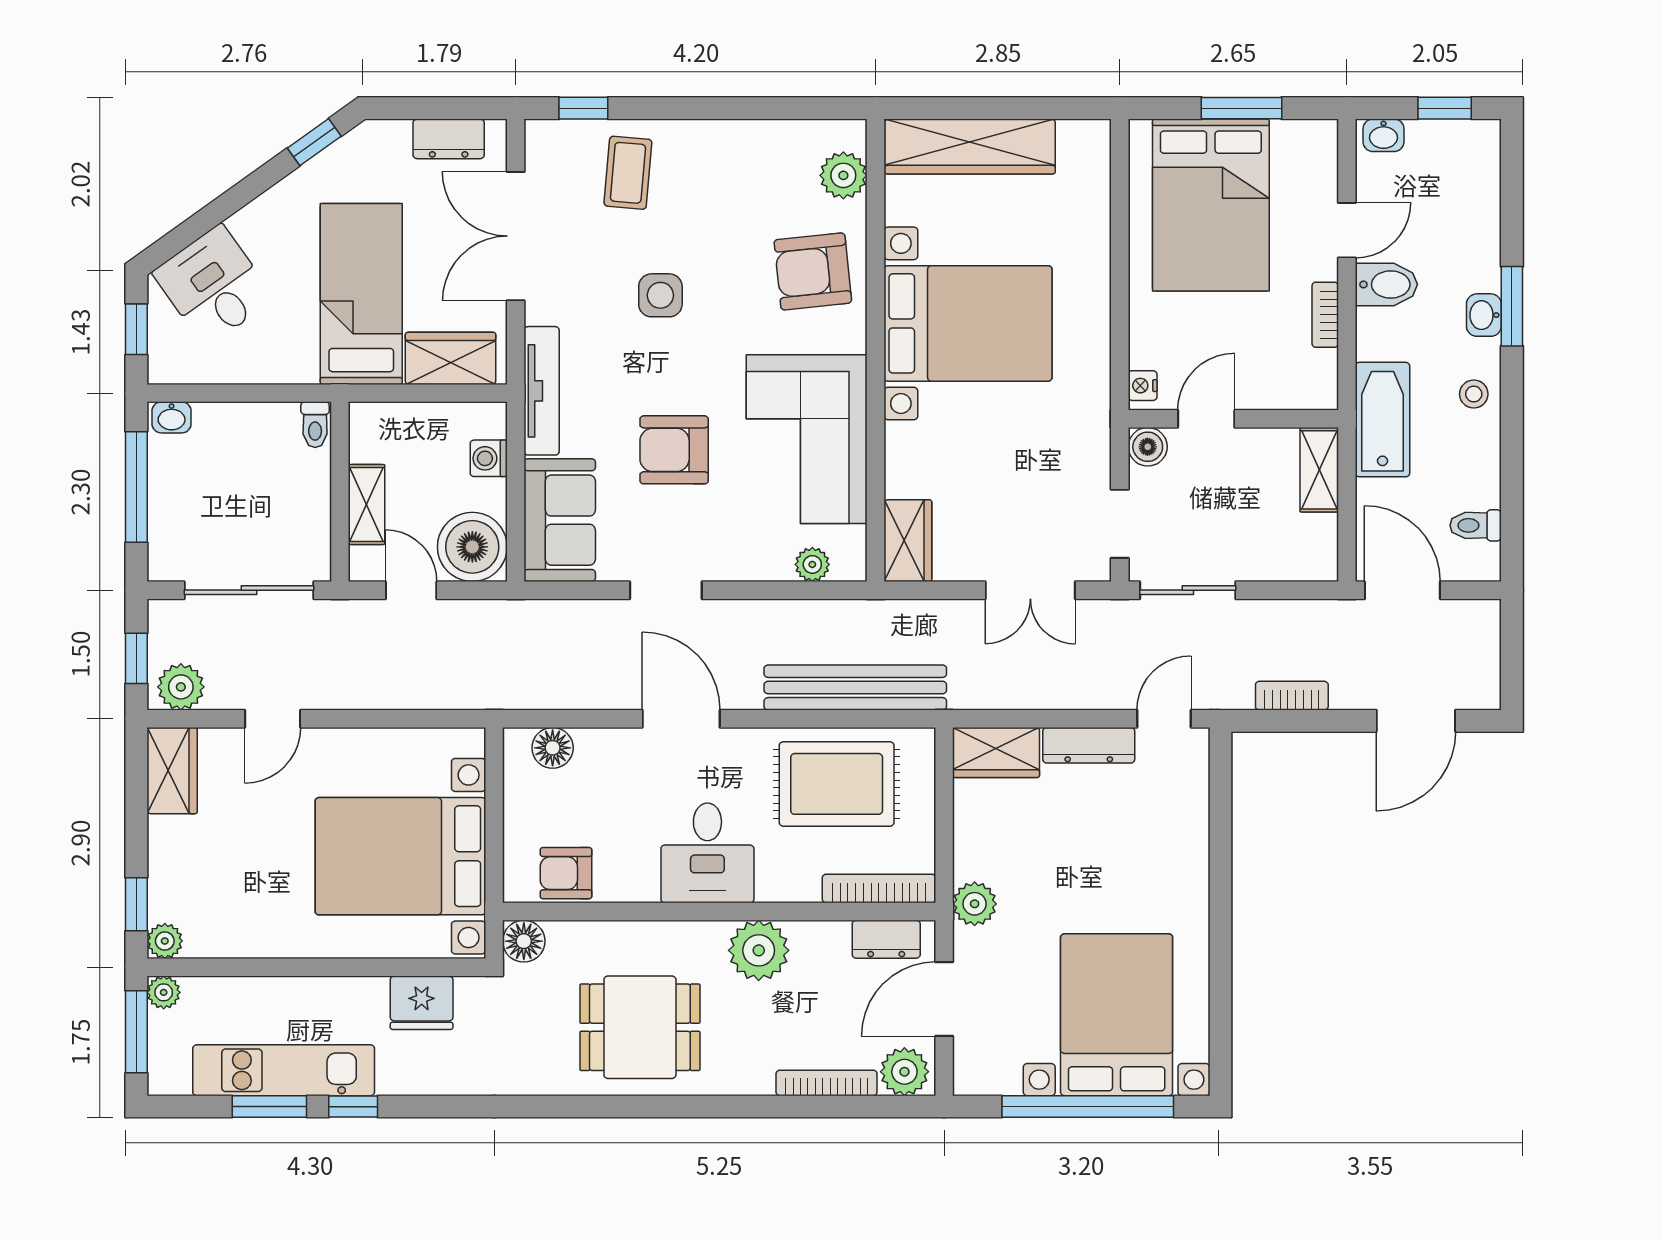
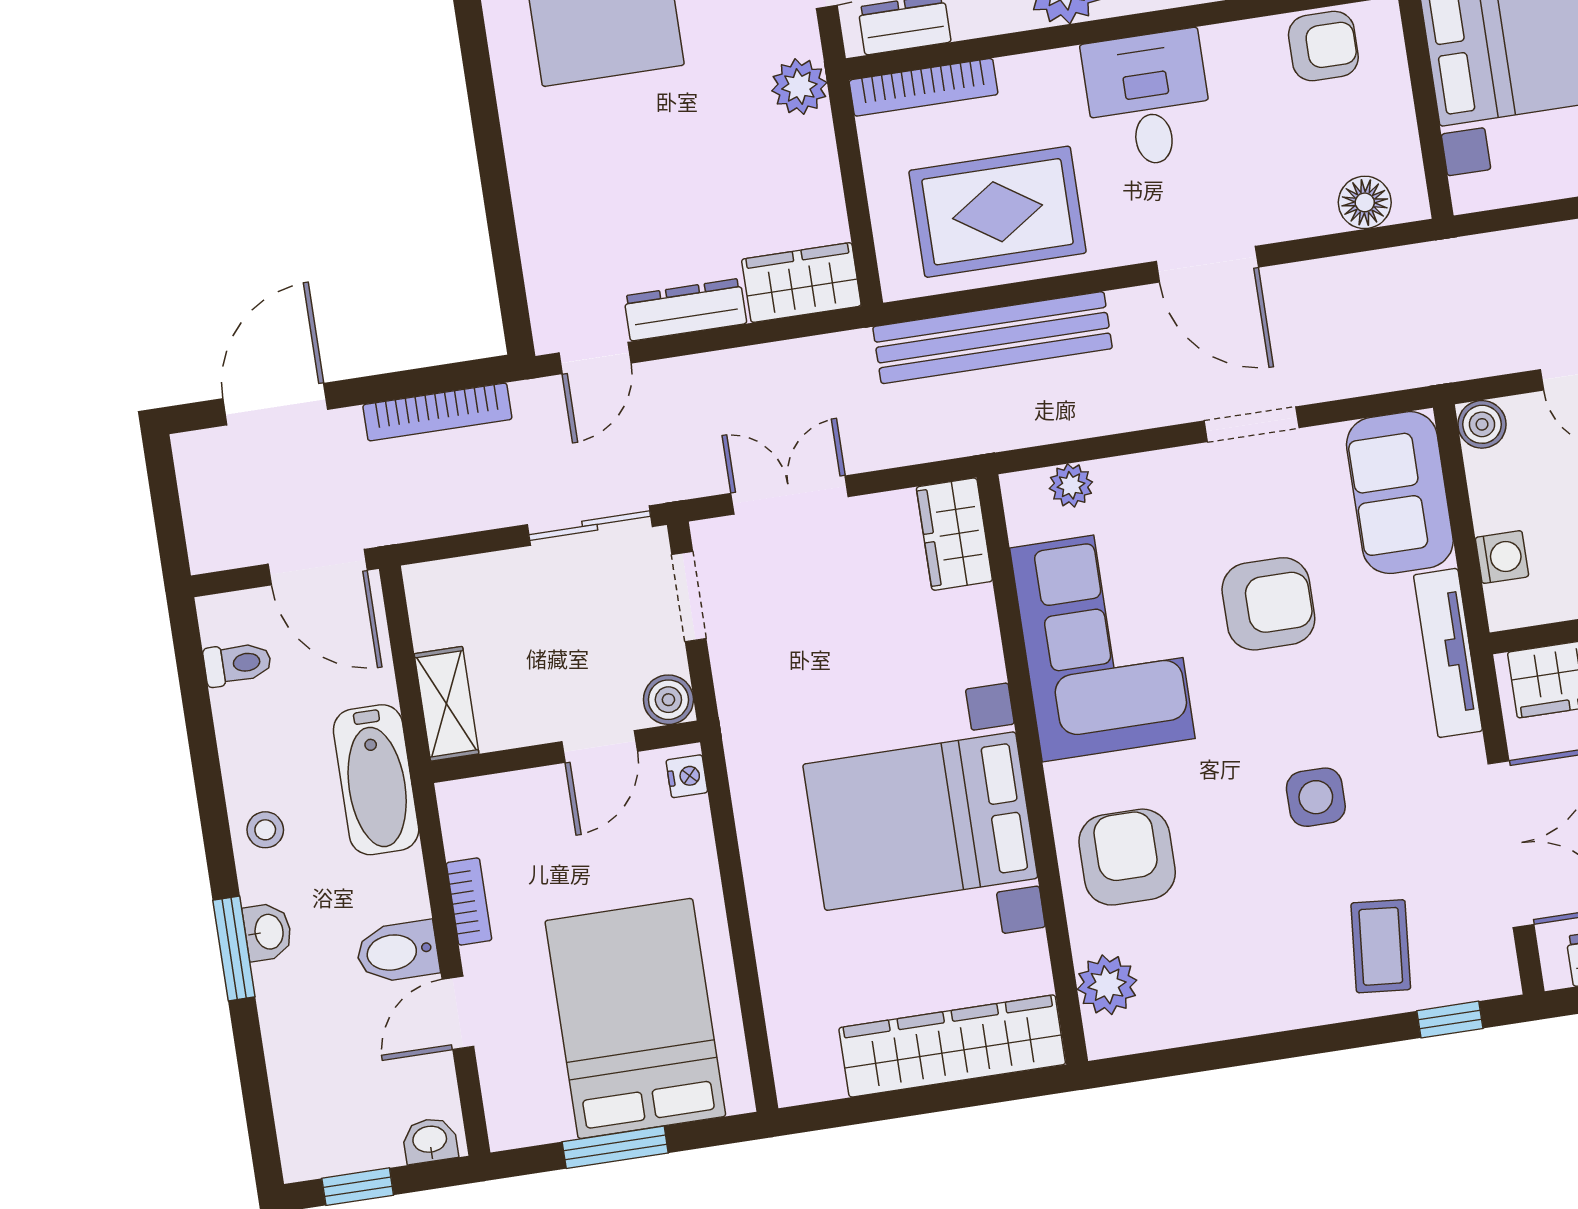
armchair: (813, 271) -> (1127, 857), turned -84
boiler: (472, 547) -> (1482, 424), width x0.54, depth x0.54
bookcase: (1292, 696) -> (437, 412), width x1.56

